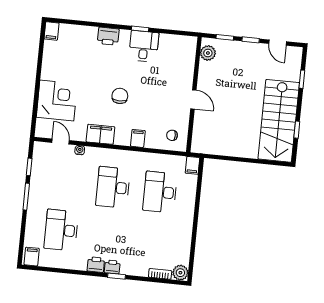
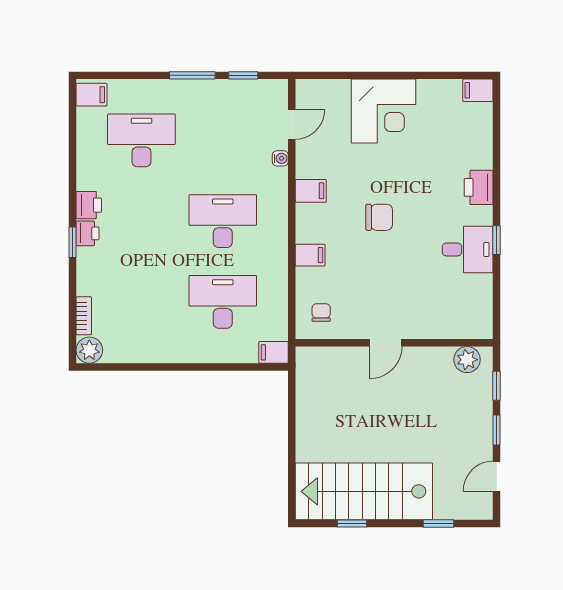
corner desk: (57, 100) -> (384, 111), moved
filing cabinet: (100, 134) -> (311, 191), width x0.50

